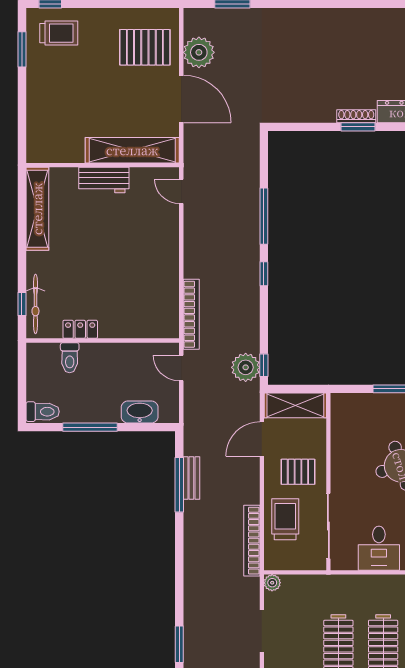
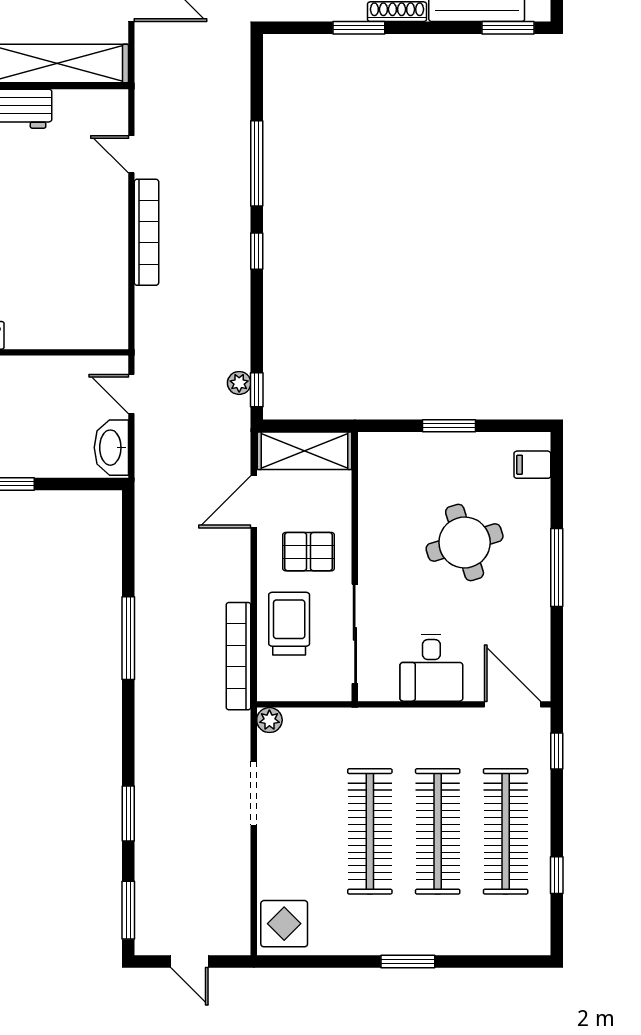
window: (358, 127) -> (359, 28), moved
door: (181, 191) -> (131, 154), moved
bookcase: (191, 314) -> (146, 232), moved
plant: (246, 367) -> (239, 383), width x0.53, depth x0.53
washbasin: (140, 412) -> (111, 448), moved, turned -90
bench: (191, 478) -> (147, 561), removed
window: (179, 485) -> (128, 638), moved

